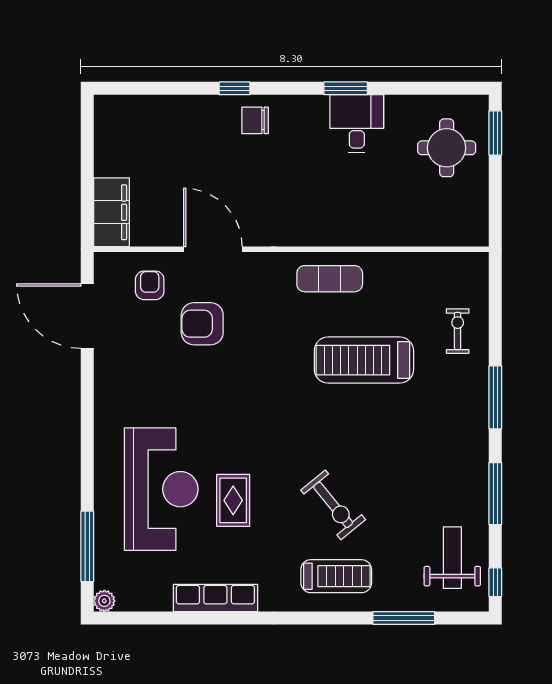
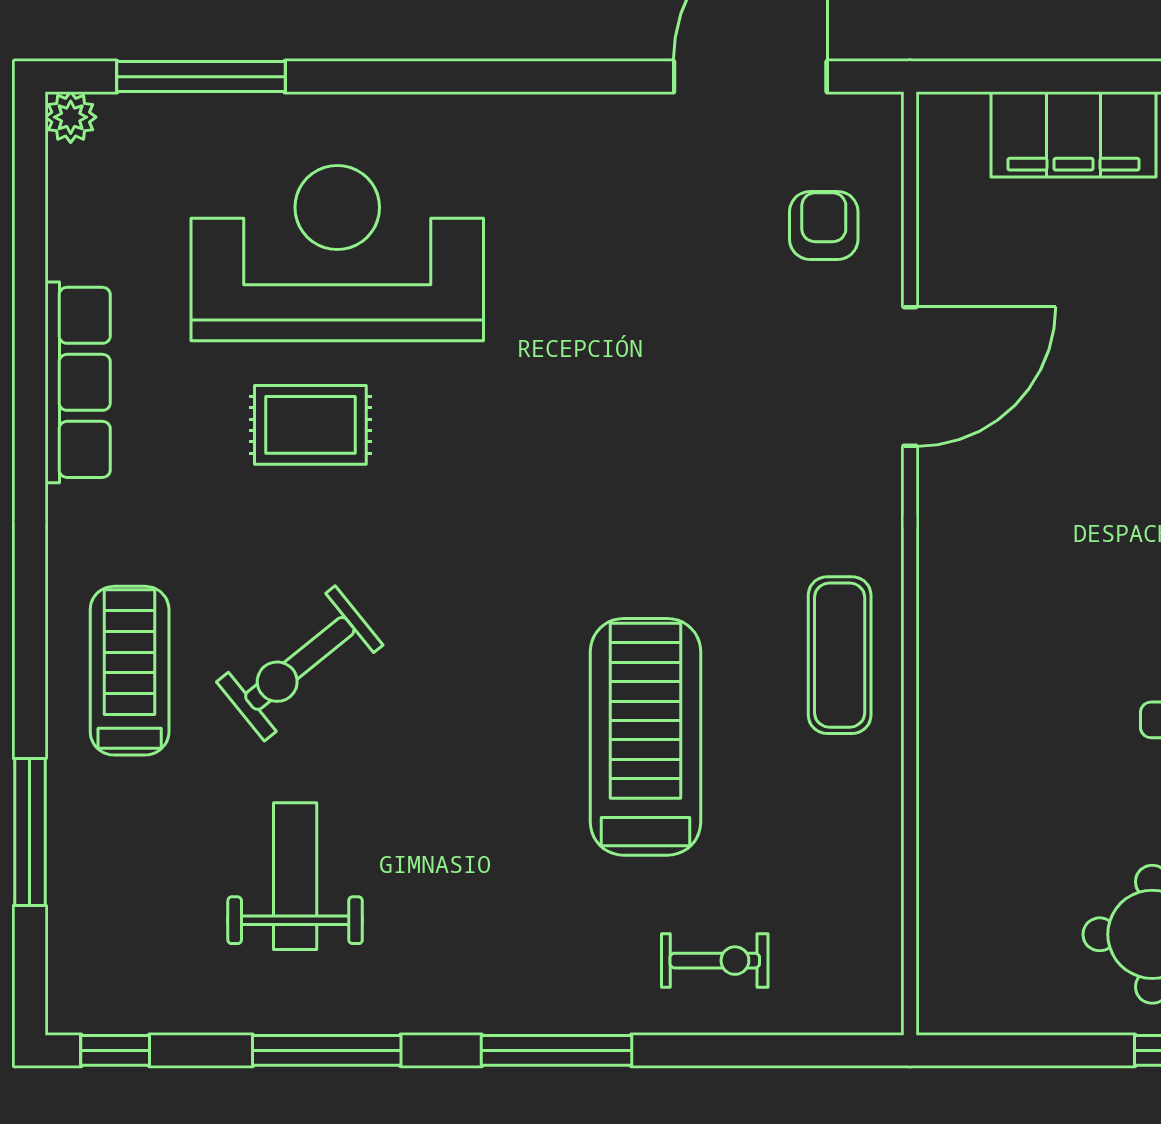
filing cabinet: (111, 212) -> (1073, 134), moved
armchair: (150, 285) -> (824, 225), turned -90
armchair: (202, 324) -> (732, 351), removed
reception desk: (161, 489) -> (337, 253), turned 180
weight bench: (452, 558) -> (295, 876), moved, turned -90
treadmill: (336, 576) -> (130, 671), turned 180

